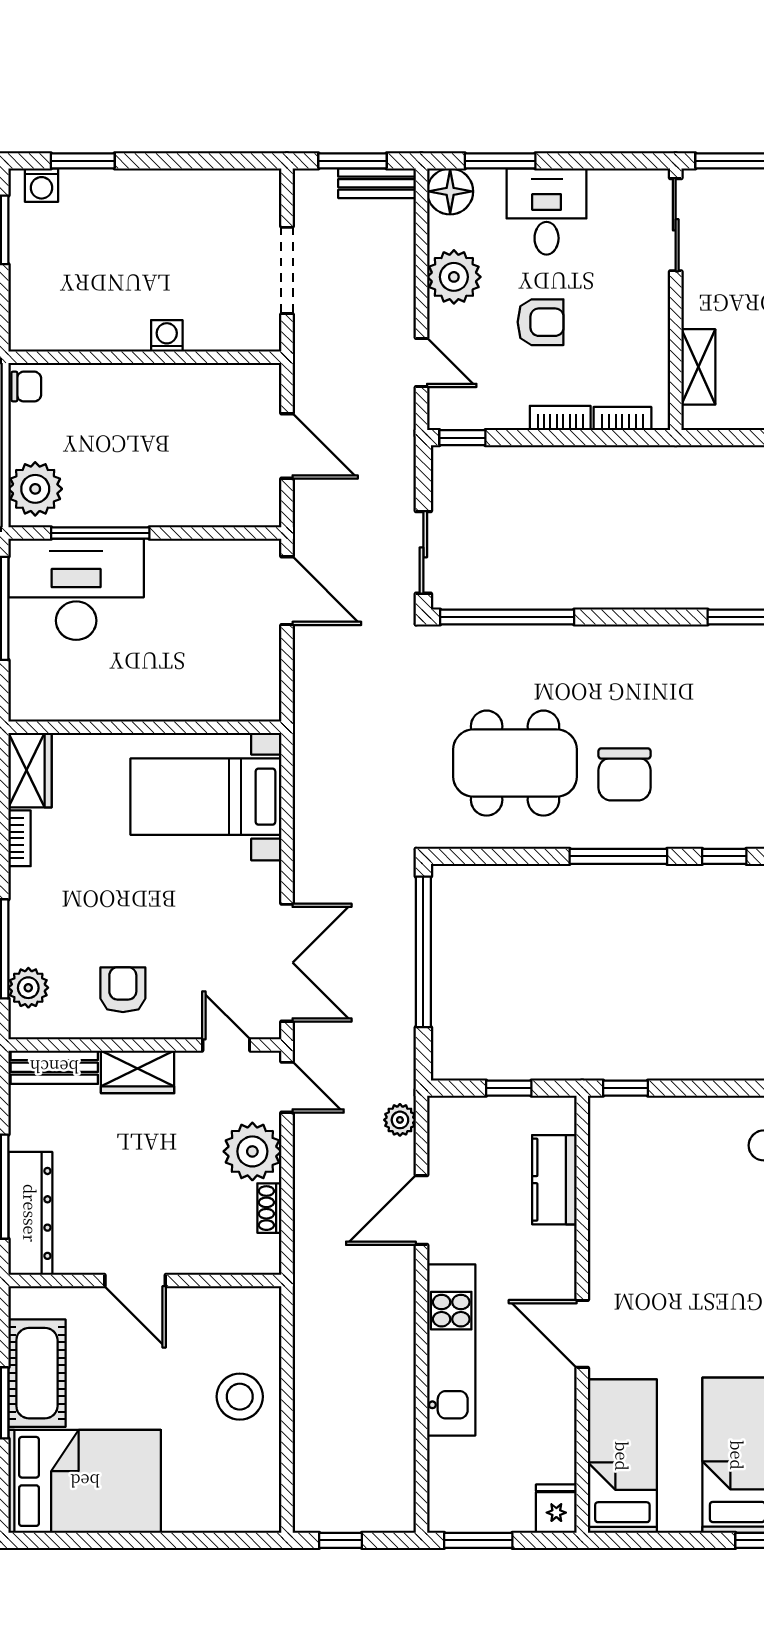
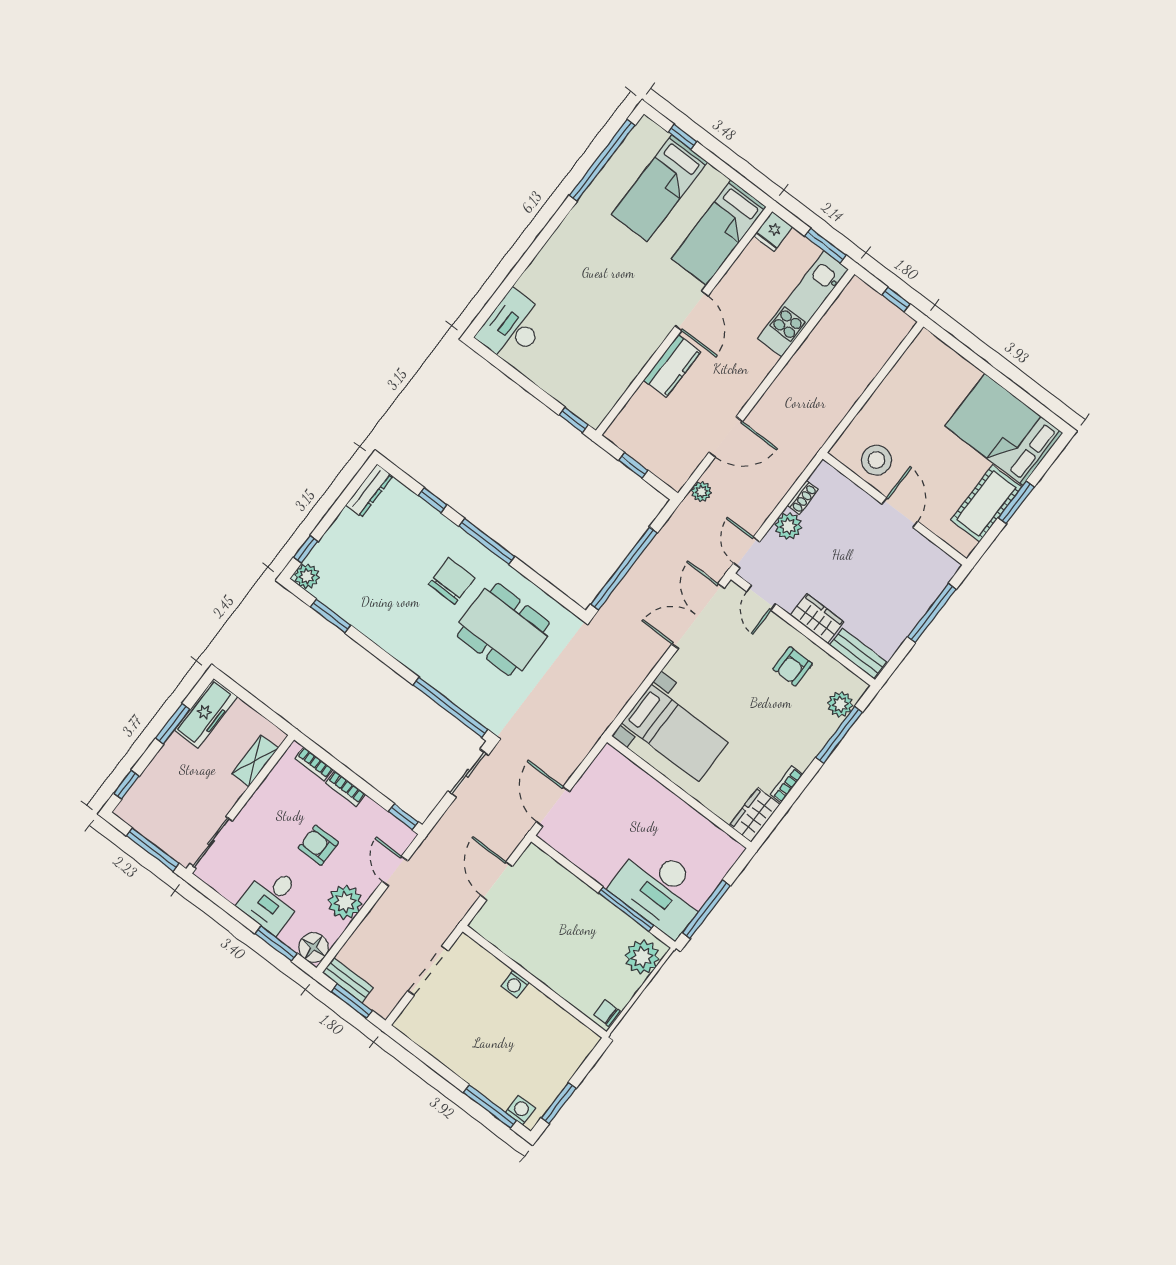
window: (83, 161) -> (490, 1106), width x1.44
plant: (252, 1151) -> (788, 526), width x0.73, depth x0.73
kitchen counter: (554, 1180) -> (672, 366), moved
dresser: (30, 1213) -> (927, 588), removed
kitchen unit: (451, 1350) -> (803, 304), moved
stool: (240, 1397) -> (876, 460), moved

